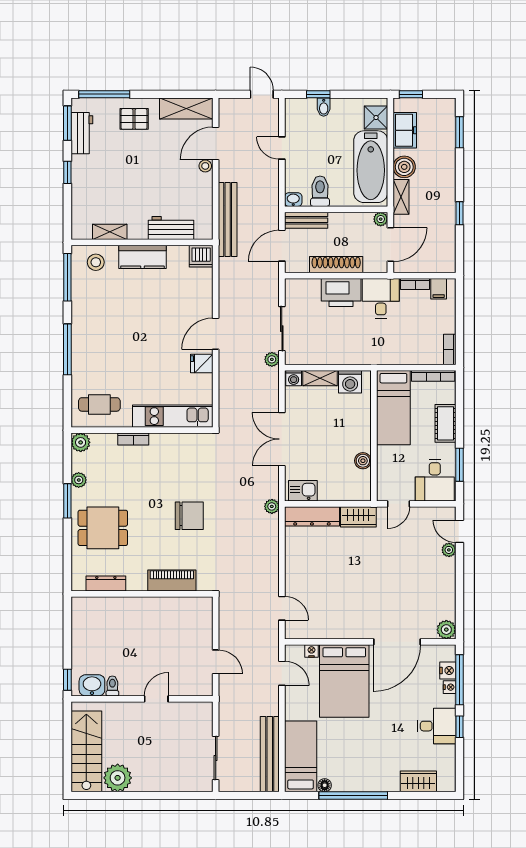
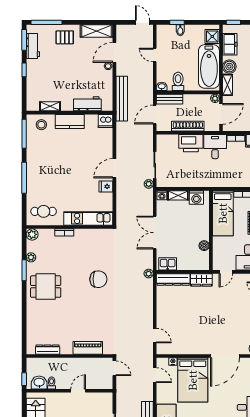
piano: (172, 580) -> (88, 348), moved
dresser: (106, 583) -> (48, 350), moved
wall: (142, 594) -> (70, 356), moved

